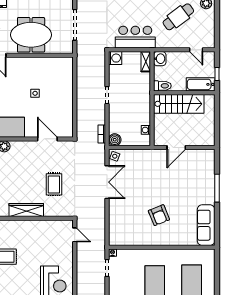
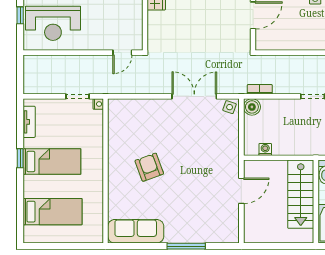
door: (176, 148) -> (241, 191), swing flipped
double door: (107, 182) -> (194, 96), swing flipped
rug: (54, 184) -> (191, 24), removed
armchair: (159, 215) -> (149, 167), turned 92

